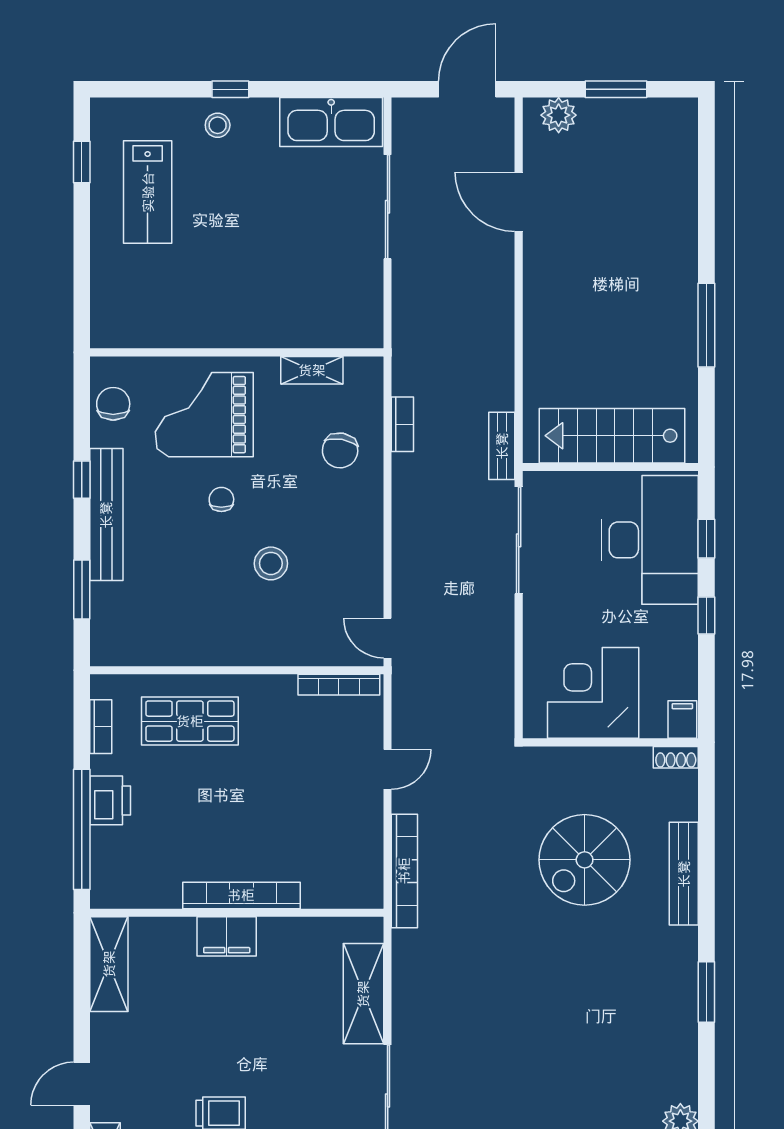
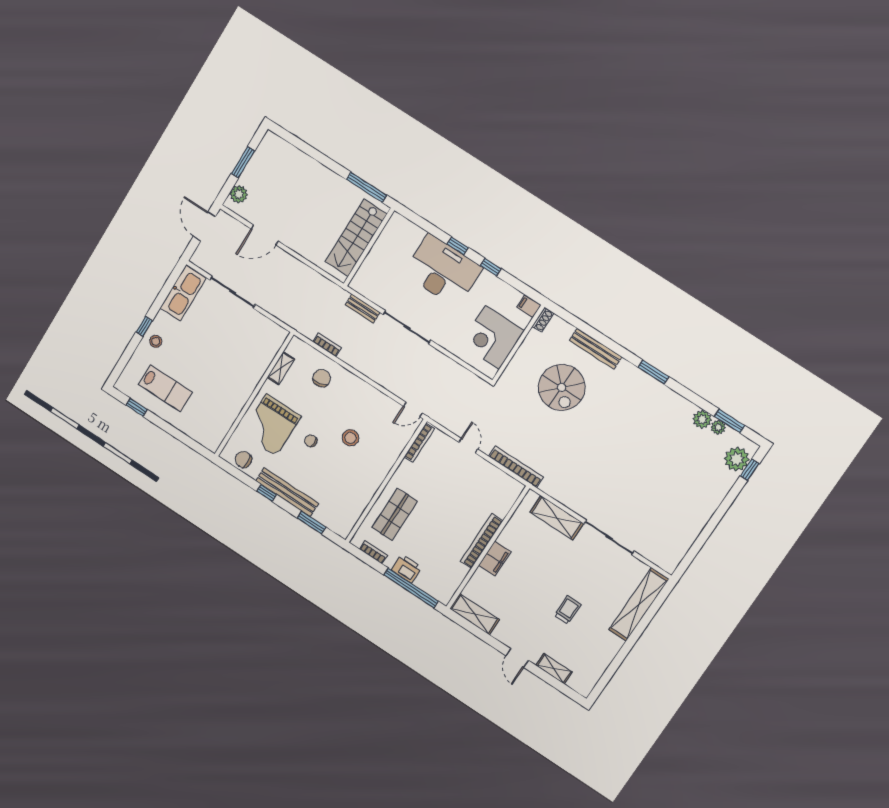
stairs: (612, 436) -> (356, 238), moved
chair: (340, 450) -> (322, 378), turned -112
wall: (610, 467) -> (369, 247), moved

